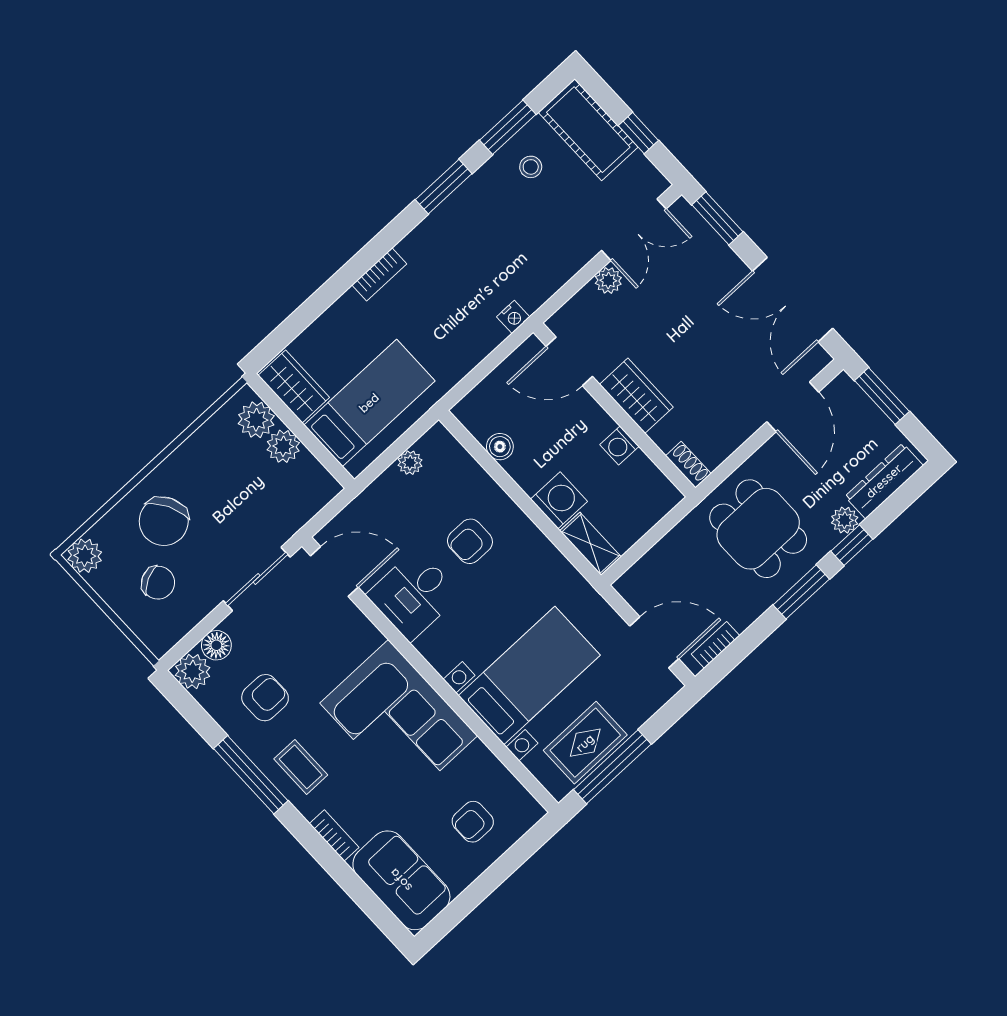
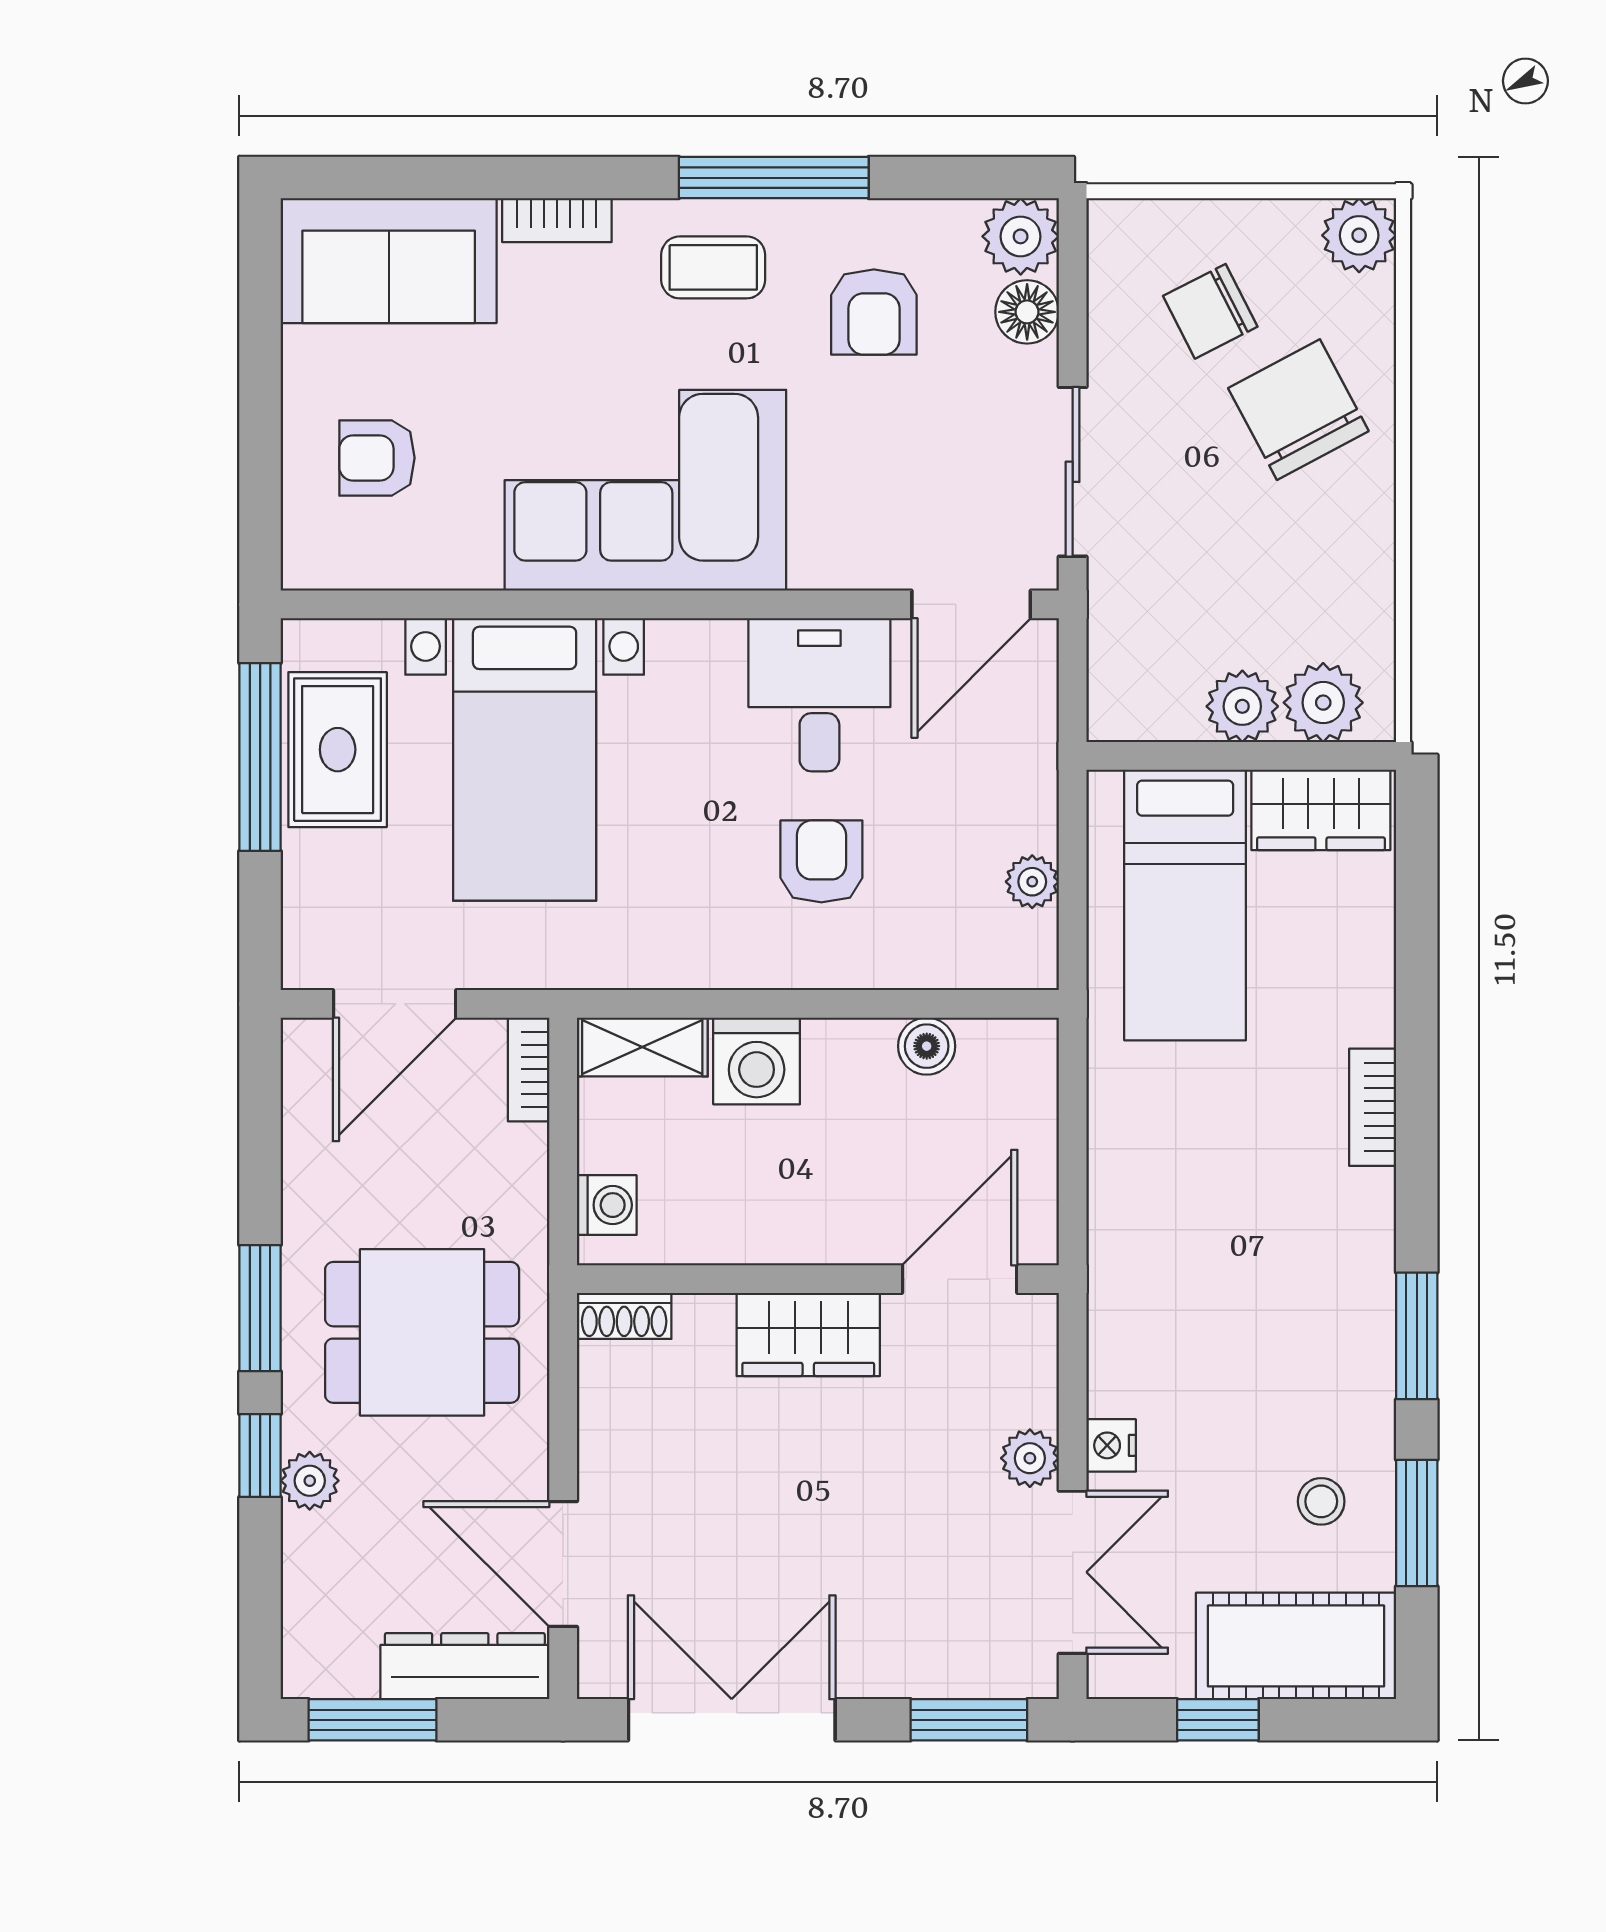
double door: (634, 230) -> (1073, 1572), swing flipped
nightstand: (513, 317) -> (1111, 1445), moved
window: (882, 396) -> (373, 1720), moved
washing machine: (619, 446) -> (607, 1205), moved, turned 90
dresser: (884, 481) -> (465, 1666), moved, turned -90
bookcase: (716, 645) -> (529, 1069), moved, turned 180
armchair: (473, 822) -> (377, 458), turned -90

